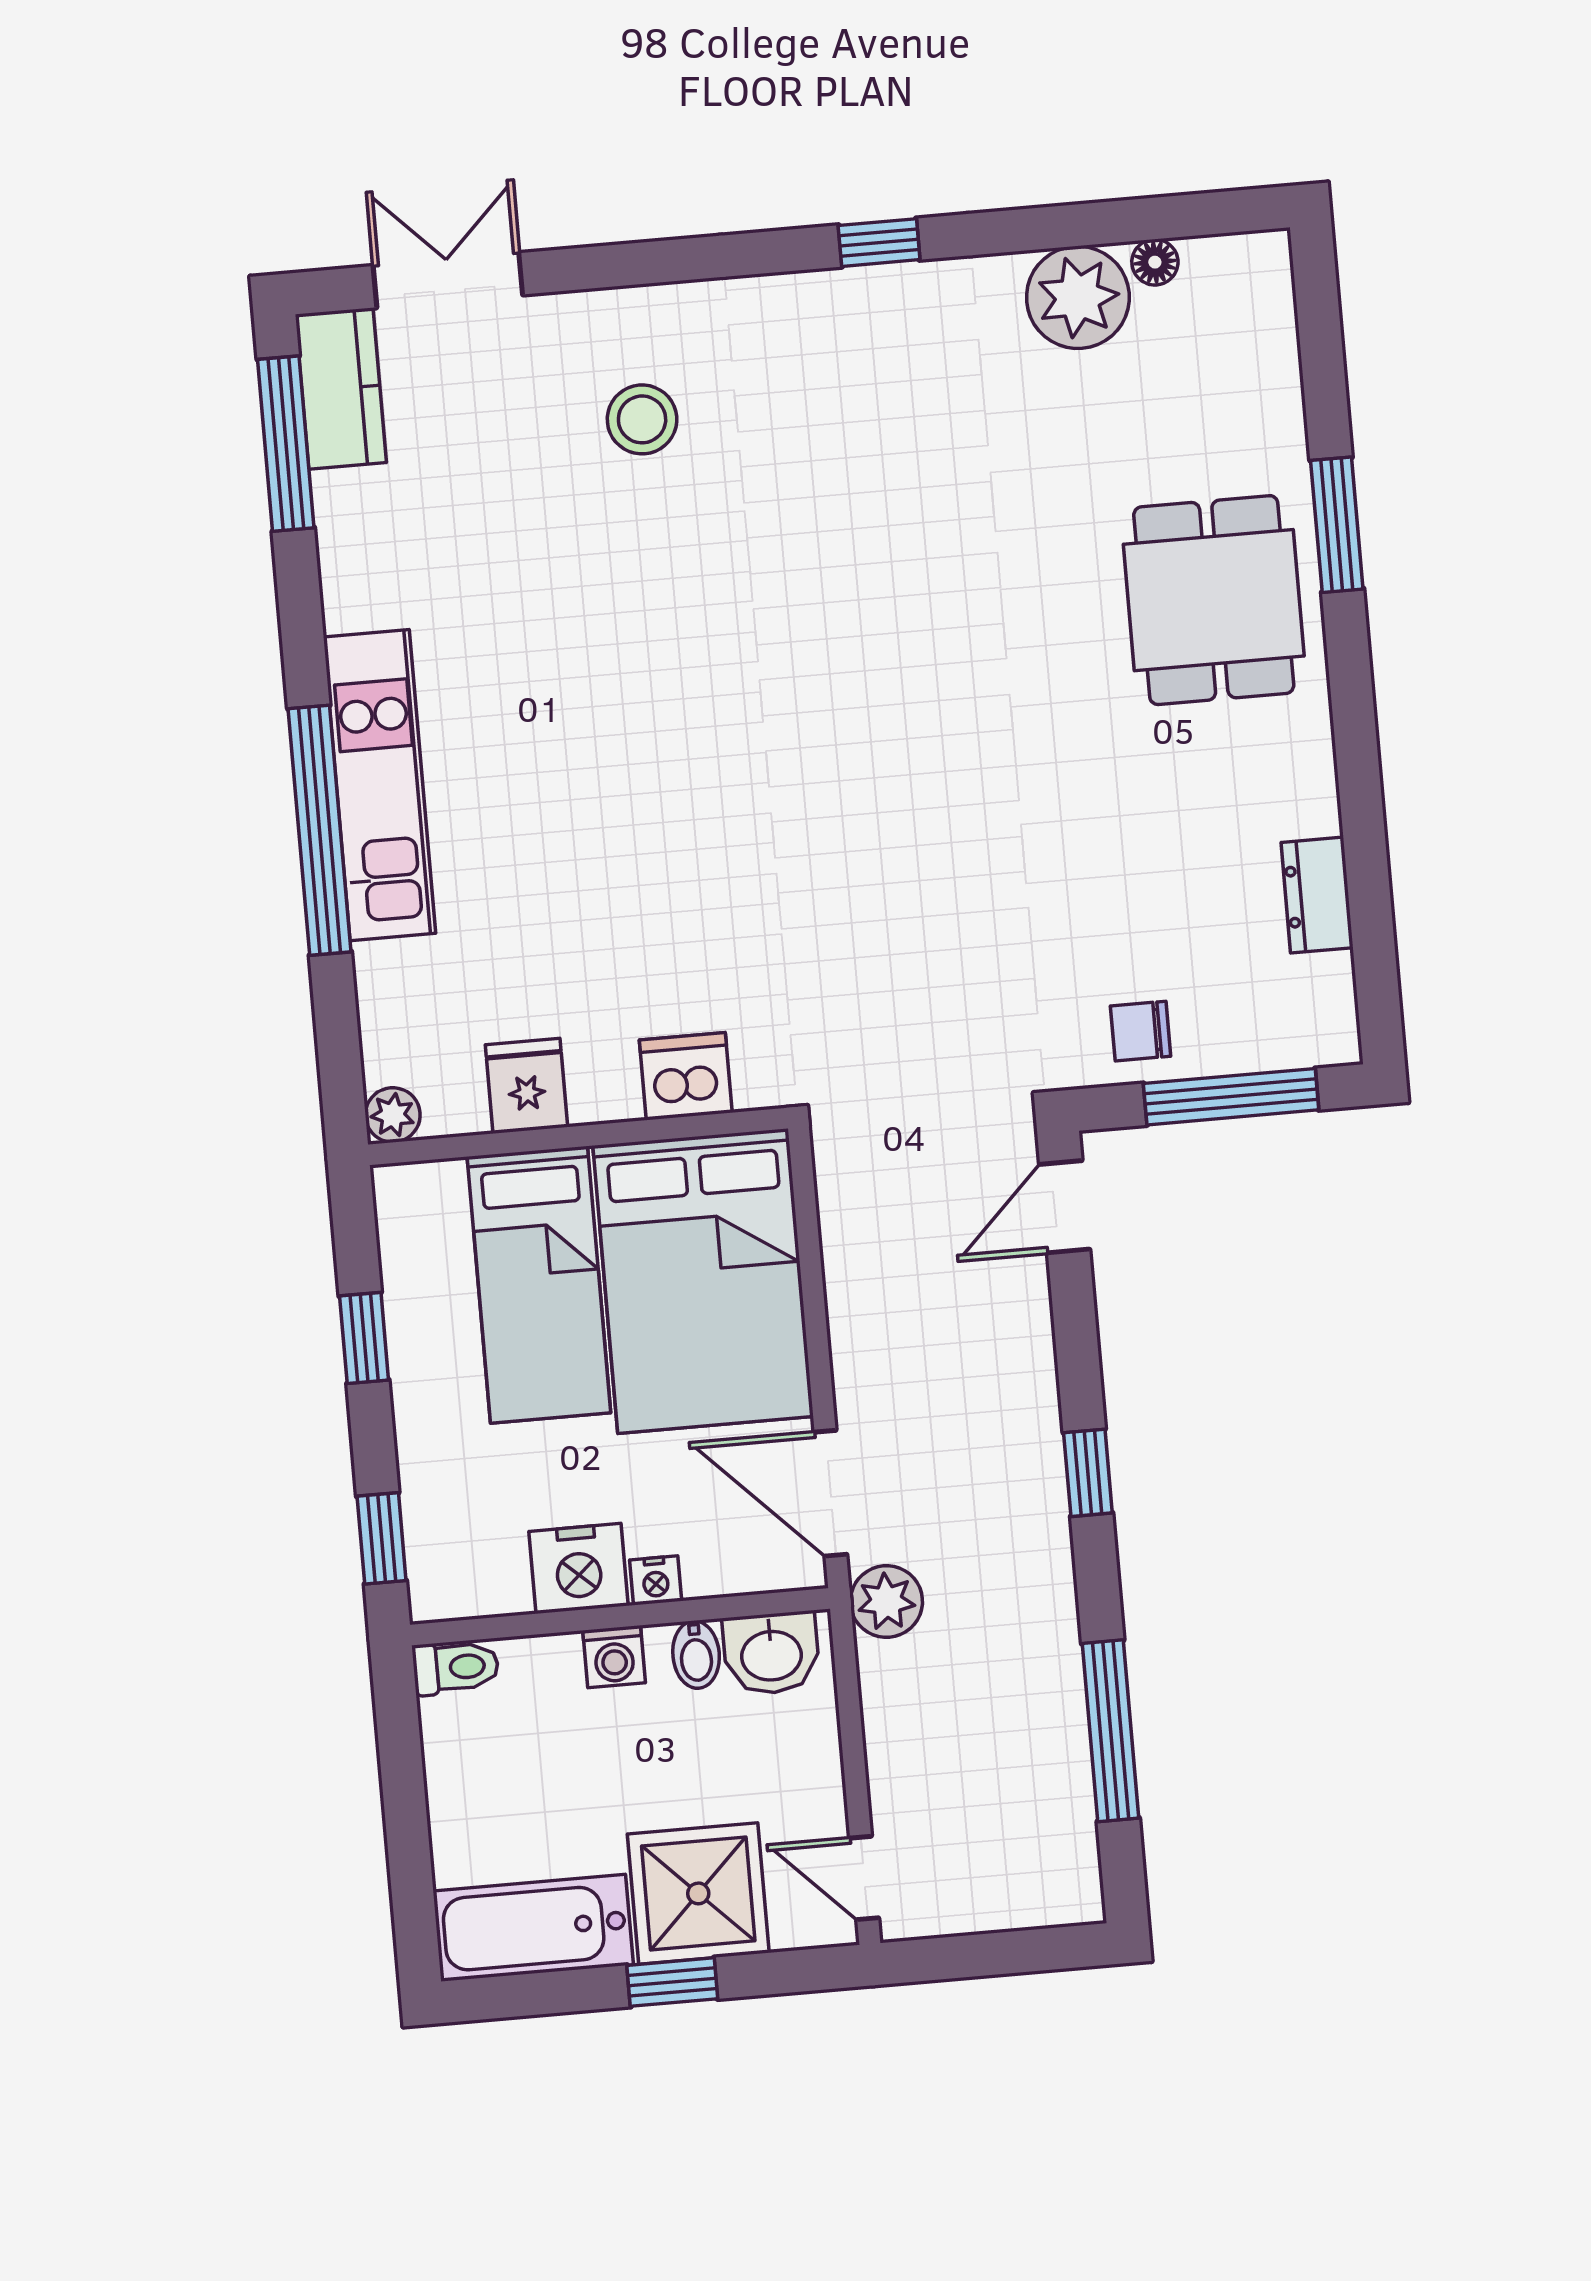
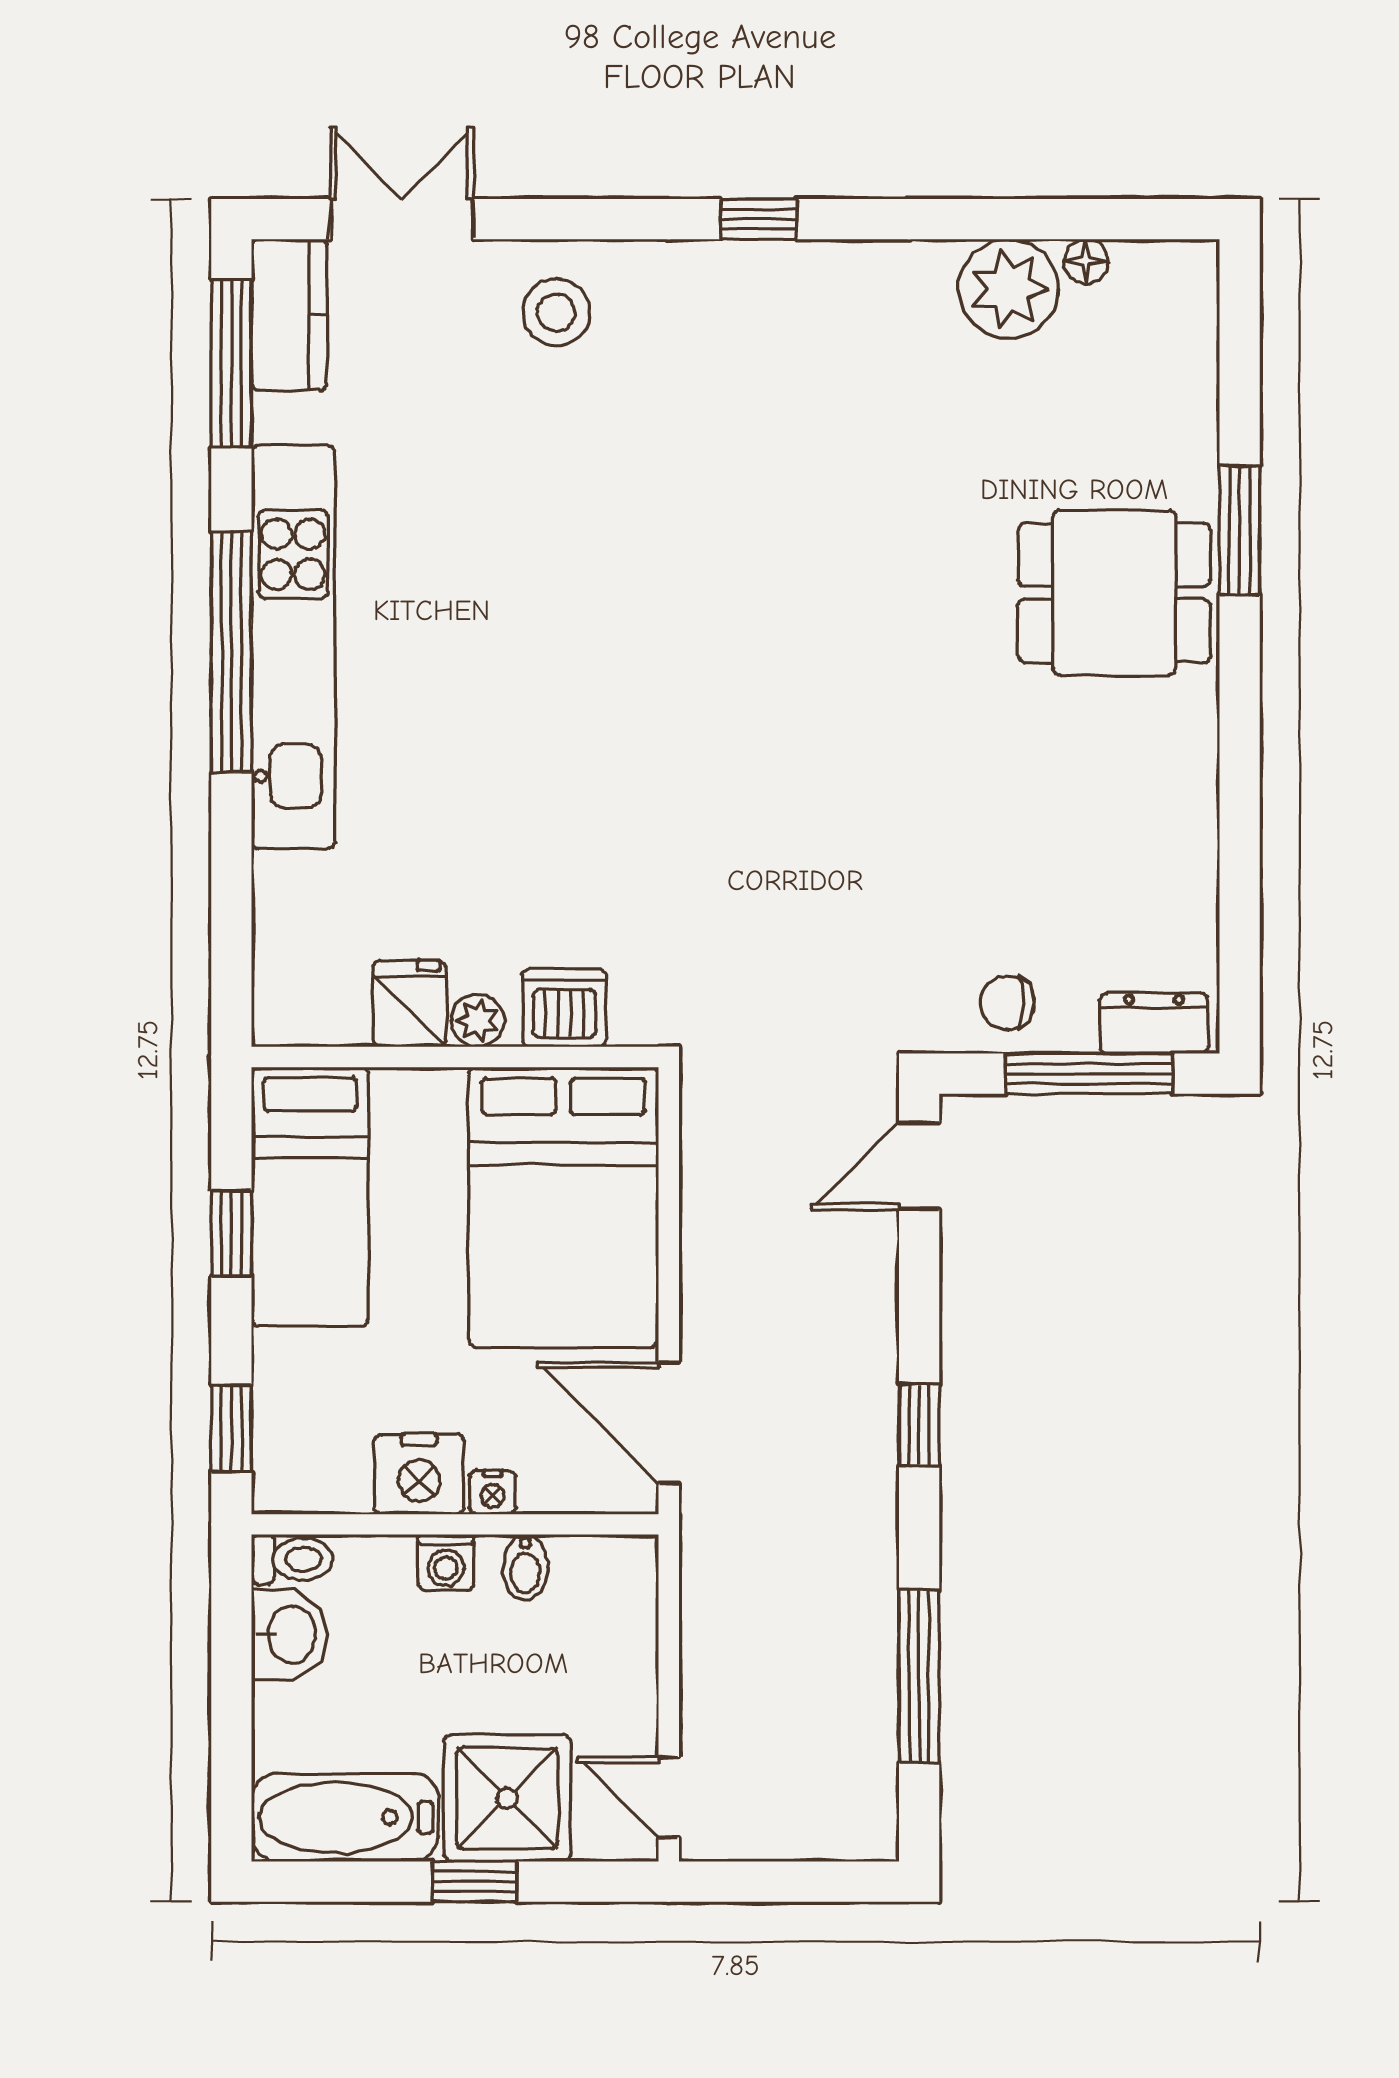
window: (879, 243) -> (758, 219), moved
stool: (642, 419) -> (556, 312), moved
dining table: (1214, 600) -> (1114, 593), turned 90
kitchen unit: (380, 785) -> (293, 647), width x1.36
window: (320, 830) -> (231, 652), moved
dresser: (1317, 895) -> (1154, 1023), moved, turned 90
plant: (393, 1115) -> (478, 1020), moved
bed: (539, 1285) -> (310, 1197), moved
plant: (886, 1602) -> (714, 1532), removed
washbasin: (771, 1653) -> (290, 1635), moved, turned -90

